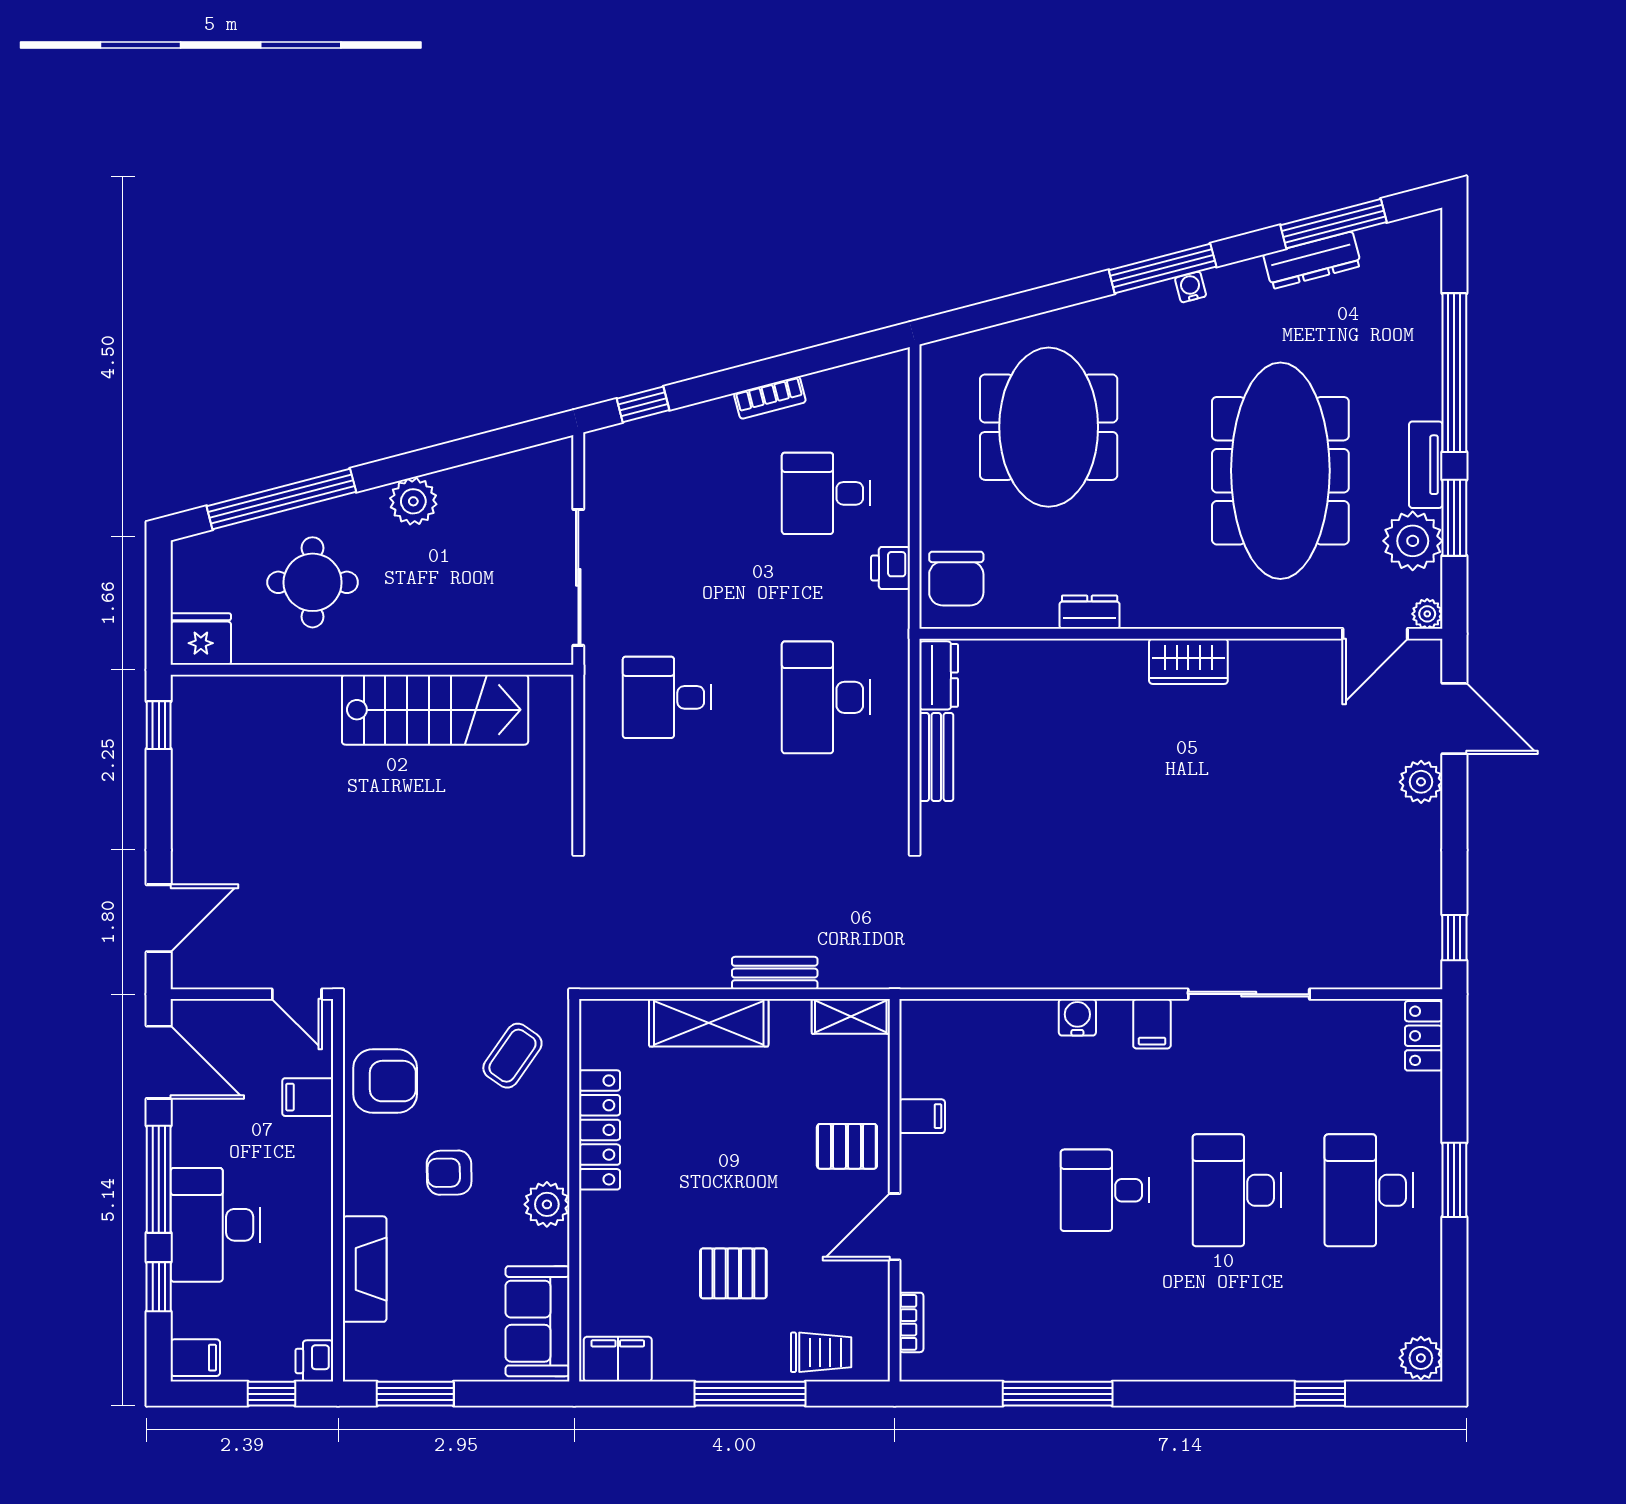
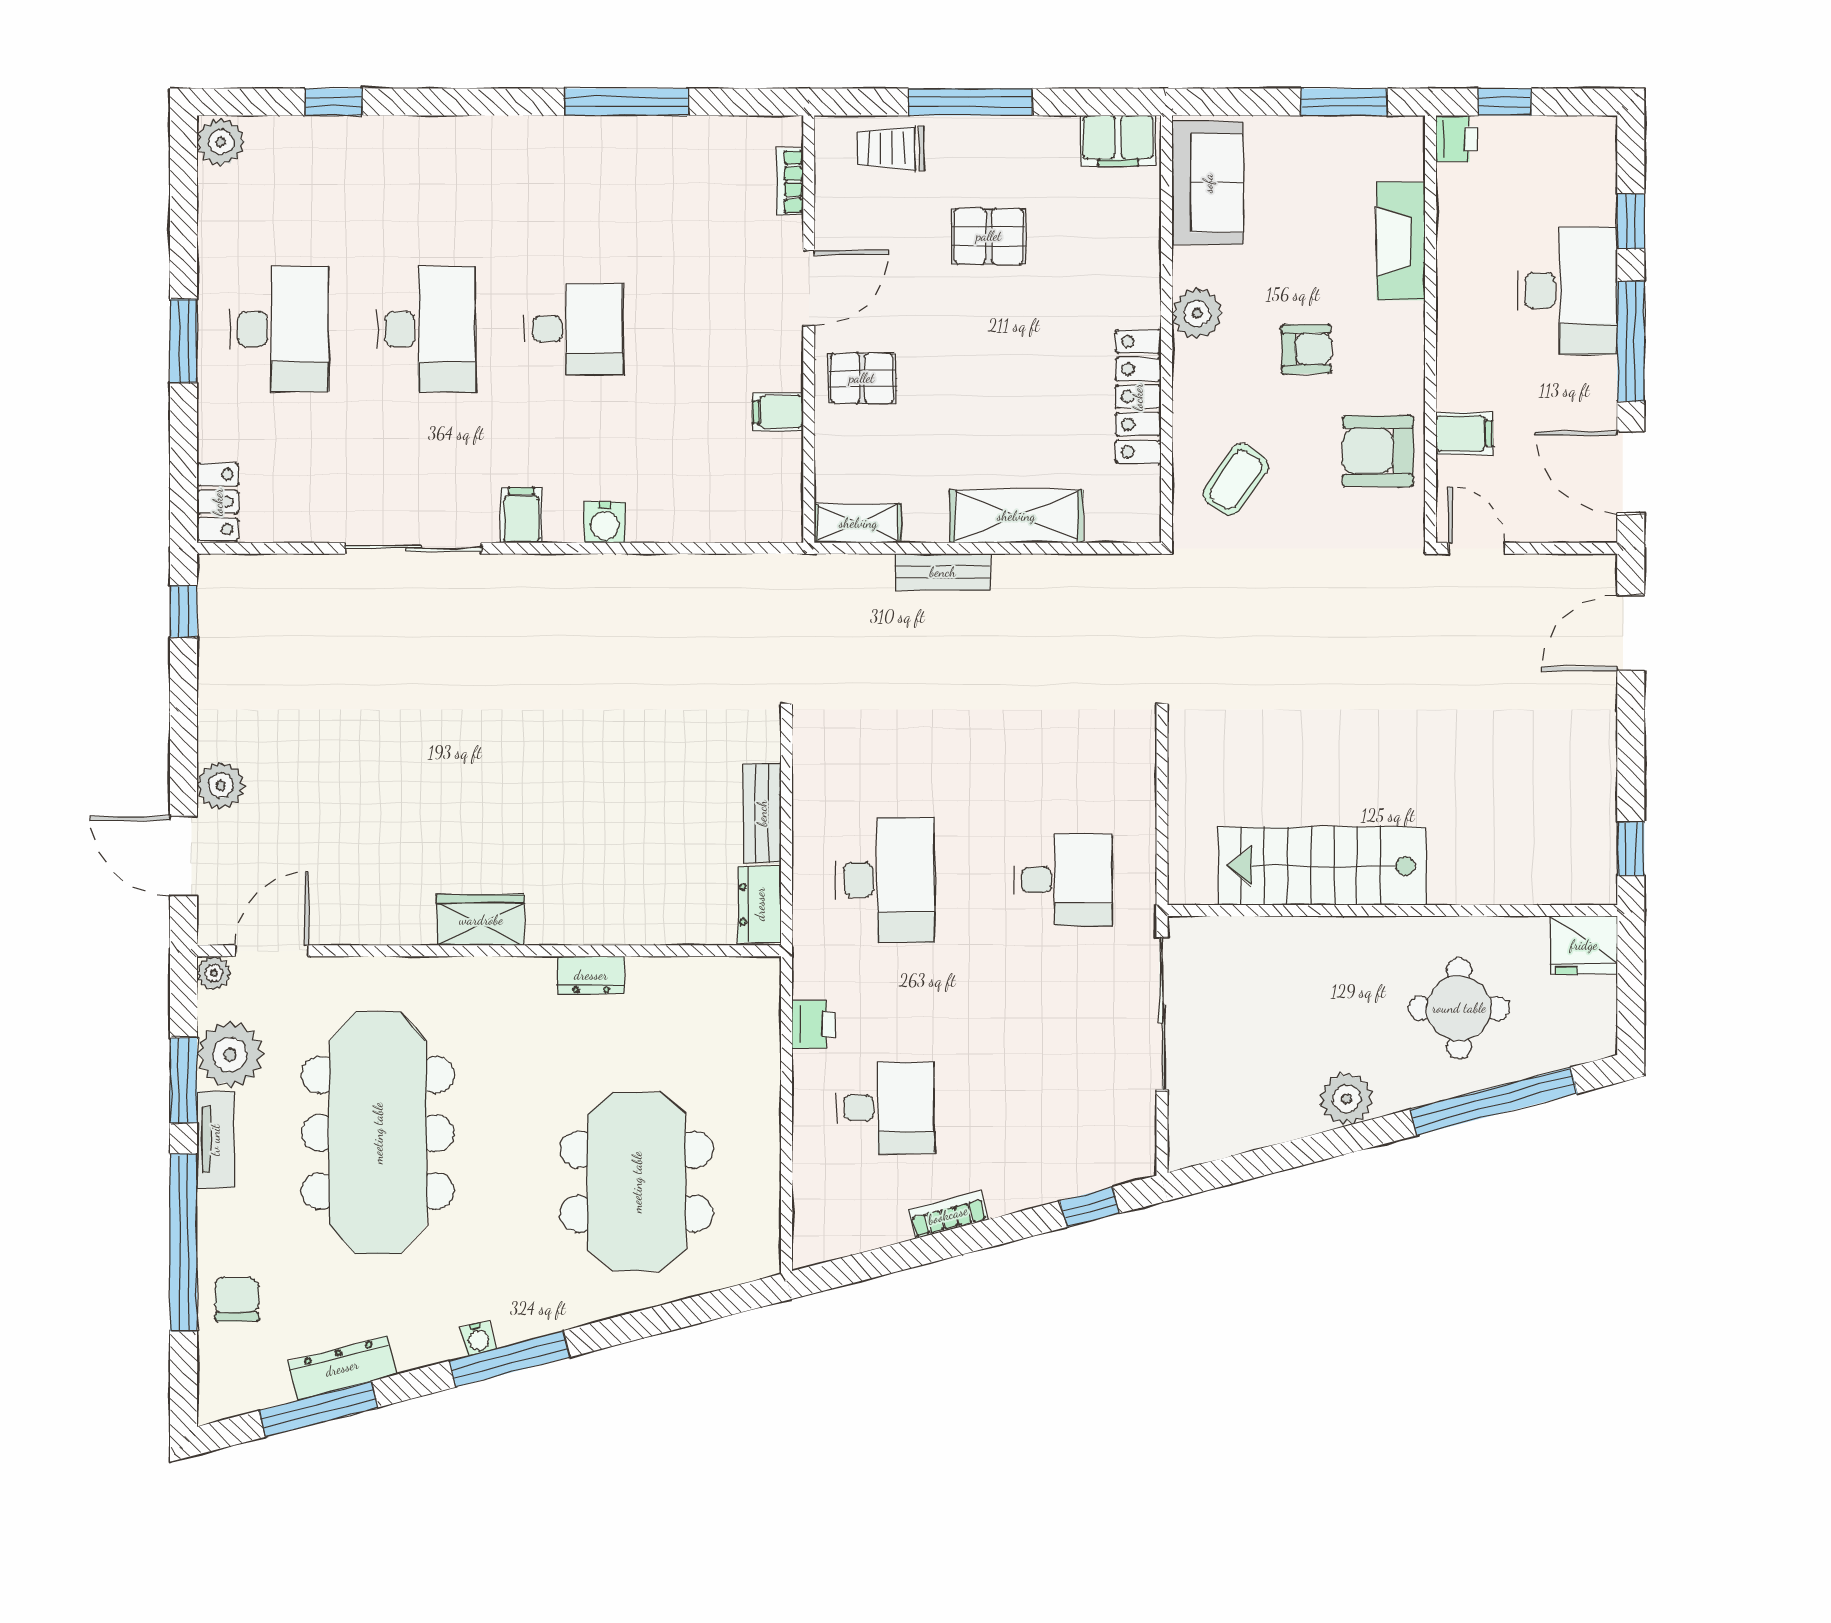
chair: (956, 579) -> (237, 1299), moved, width x0.73, depth x0.73
filing cabinet: (195, 1358) -> (1590, 142), removed

